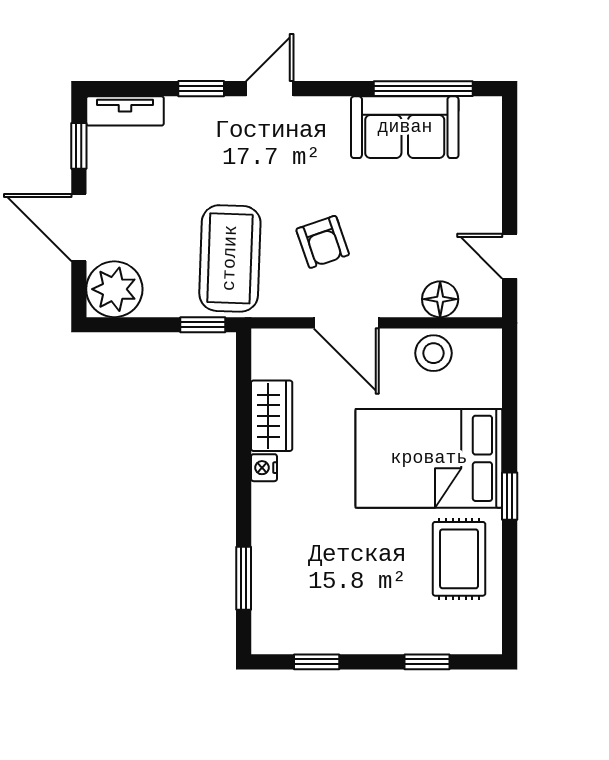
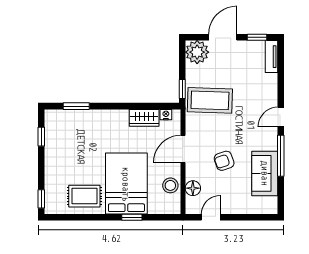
window: (201, 89) -> (281, 88), removed
door: (270, 89) -> (281, 117), swing flipped
window: (423, 89) -> (281, 156), moved
armchair: (323, 242) -> (224, 161), moved
nightstand: (264, 468) -> (166, 115), moved
window: (510, 496) -> (132, 217), moved
window: (427, 662) -> (41, 199), moved

